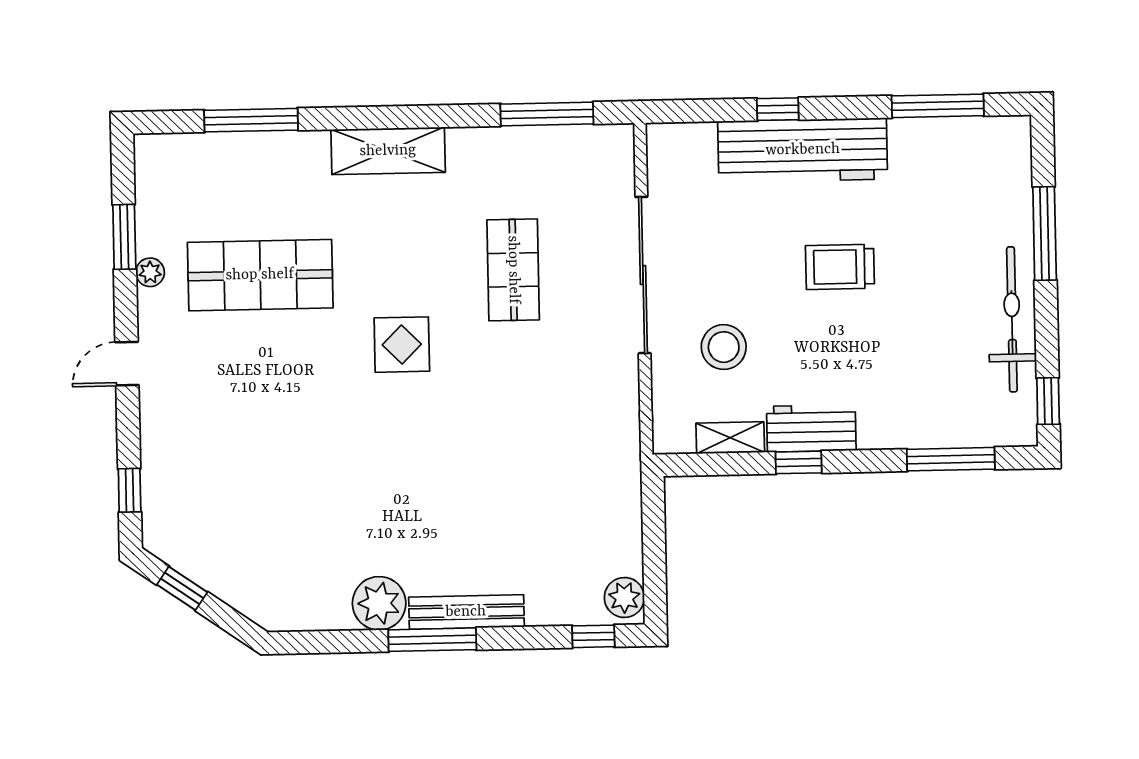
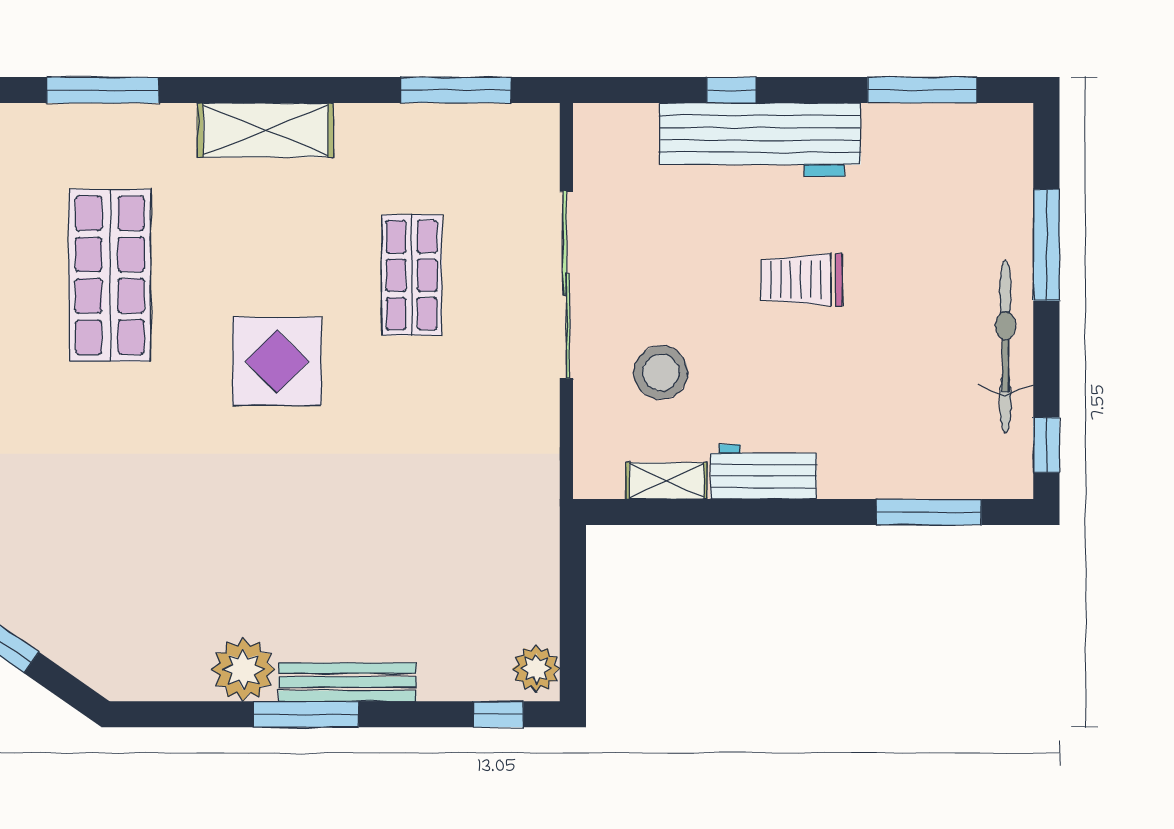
shop shelf: (260, 275) -> (110, 275), turned 90
display table: (402, 345) -> (277, 361), width x1.36, depth x1.36
window: (799, 462) -> (747, 512), removed

